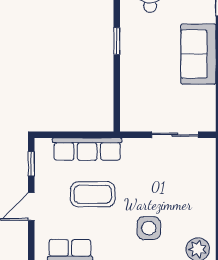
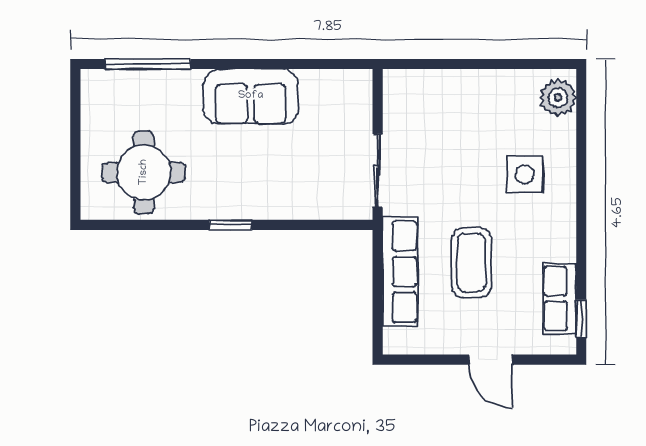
sliding door: (175, 135) -> (378, 171), moved
window: (31, 164) -> (423, 360), removed

